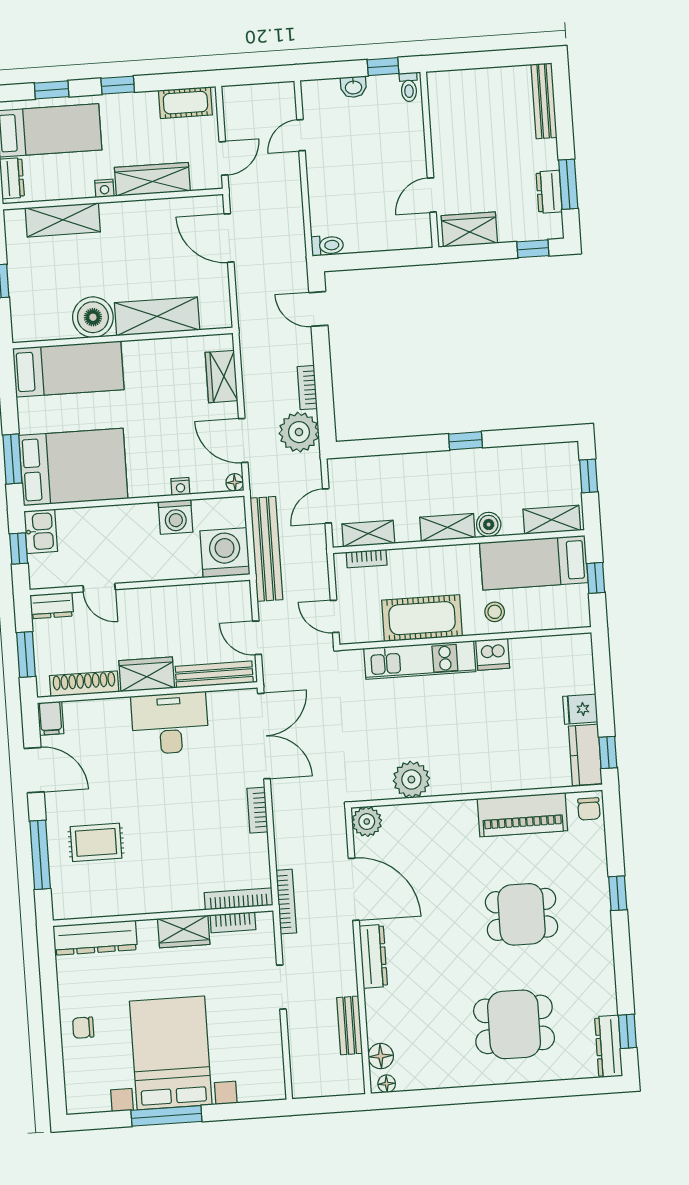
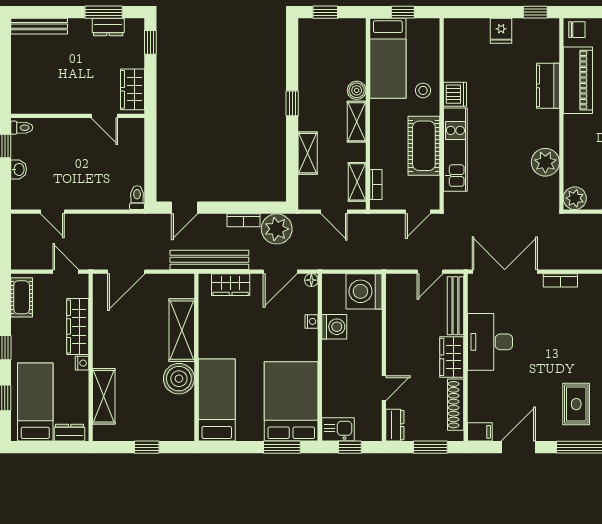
shelving: (552, 520) -> (308, 153), moved
bench: (266, 549) -> (209, 260), moved
kitchen counter: (585, 755) -> (548, 86), moved, turned 90

